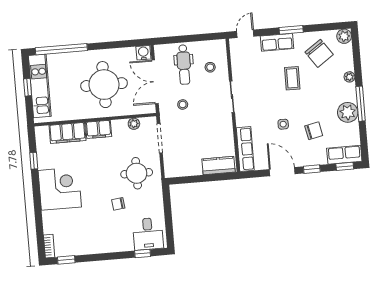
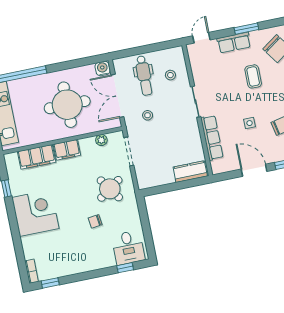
row of seats: (245, 149) -> (212, 138), moved
round table: (137, 173) -> (110, 189), turned -35

